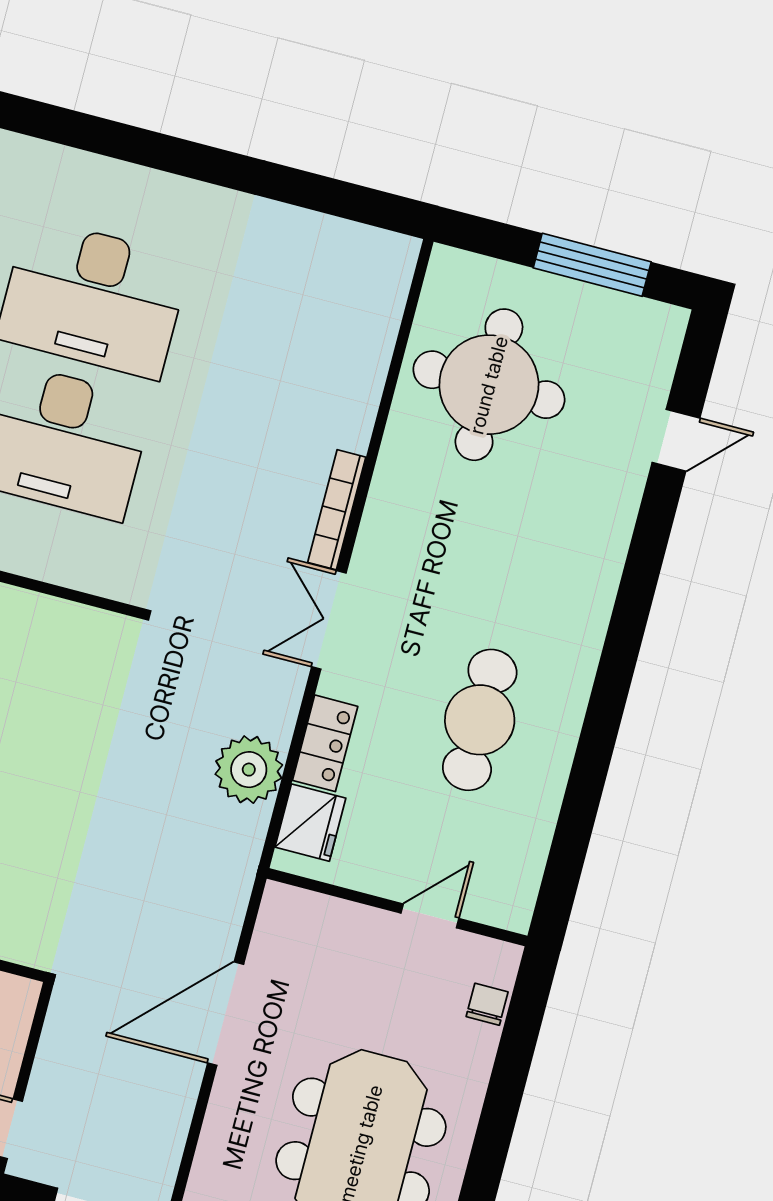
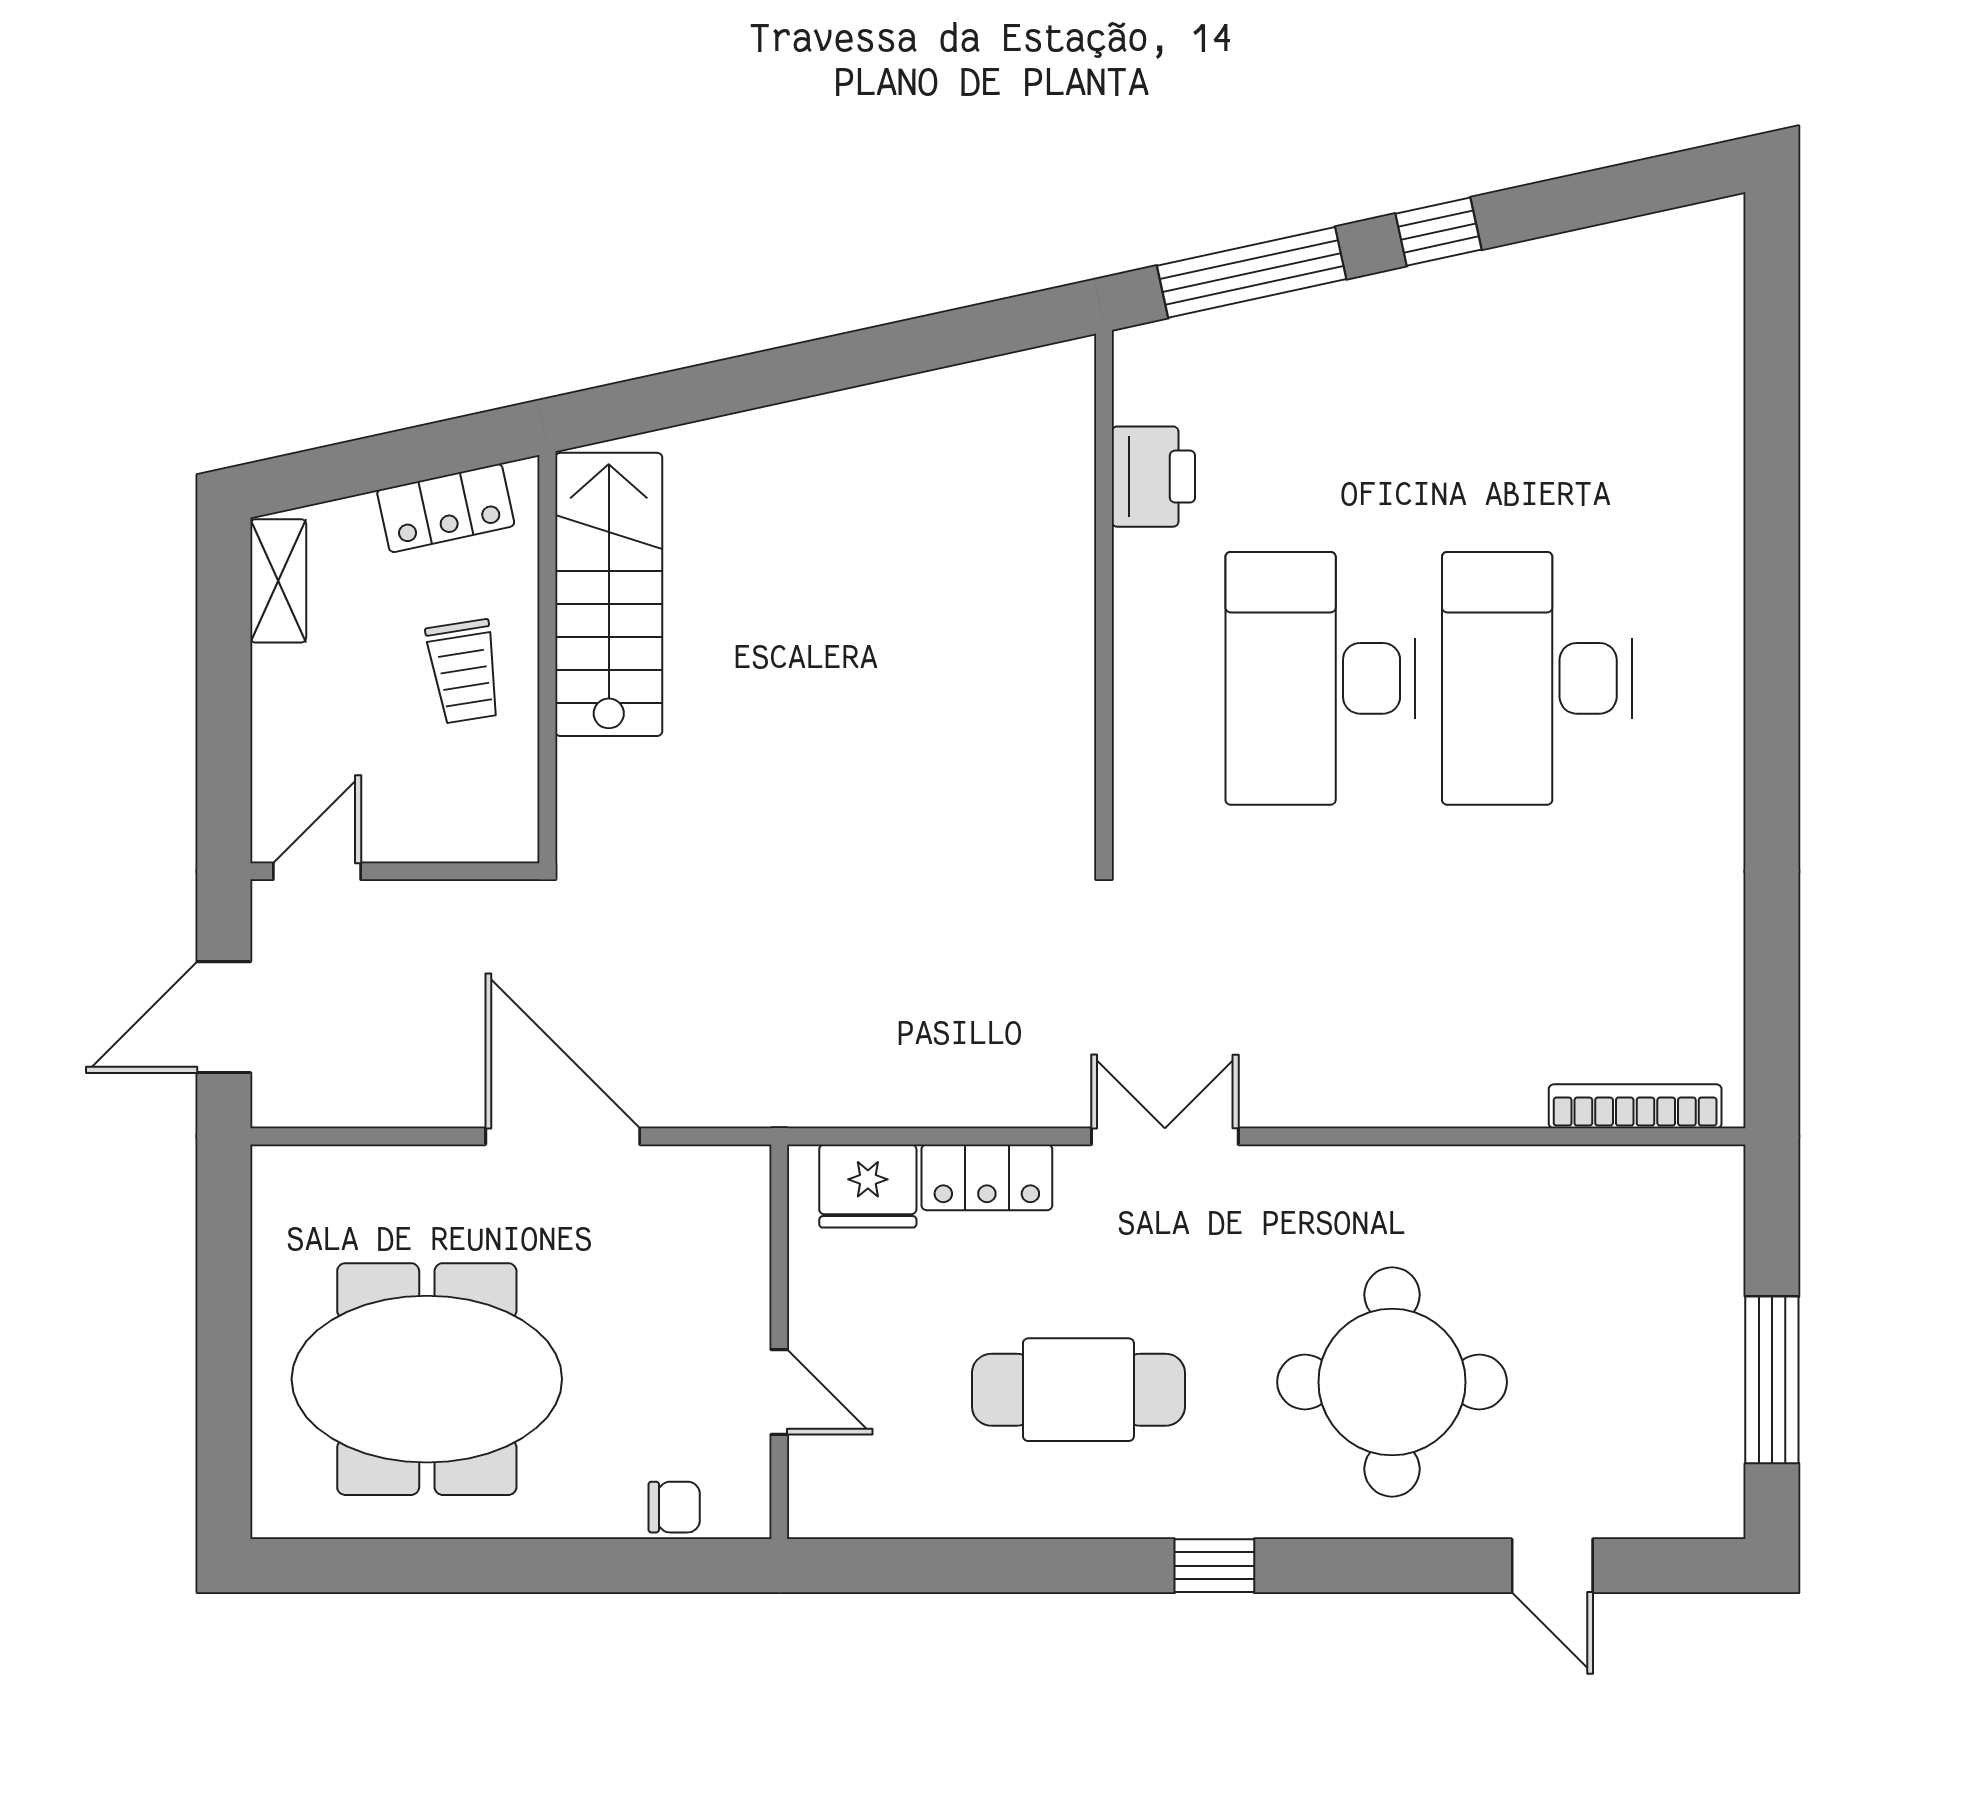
round table: (489, 385) -> (1392, 1382), moved
bookcase: (337, 510) -> (1635, 1106), moved
window: (618, 661) -> (1214, 1566), added
plant: (249, 770) -> (921, 1078), removed

